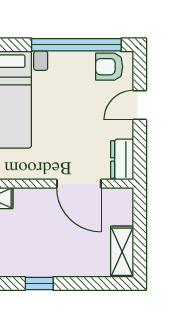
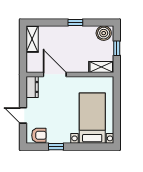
window: (76, 45) -> (56, 147), width x0.32
door: (140, 105) -> (23, 115), swing flipped

